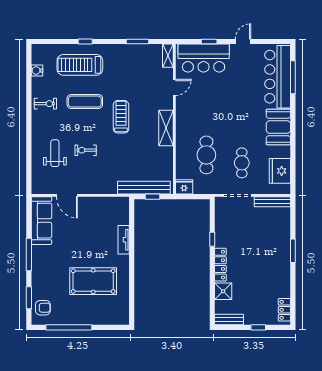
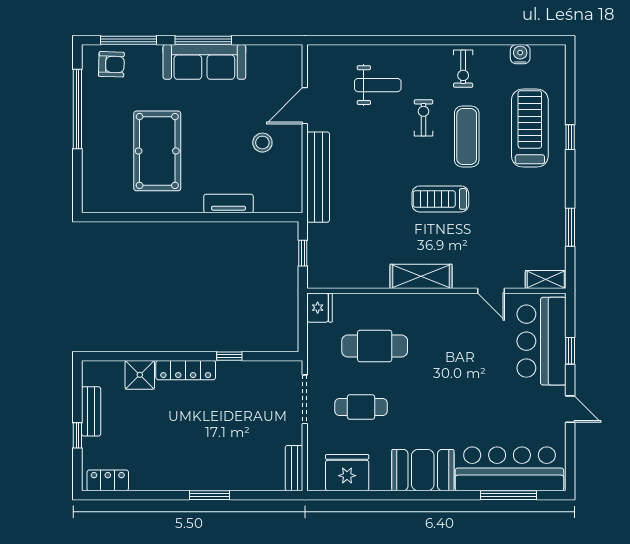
treadmill: (121, 117) -> (440, 199), turned 180
exercise bike: (86, 150) -> (424, 118), moved
bench: (144, 188) -> (318, 177), moved
bench: (272, 202) -> (294, 468), width x0.73
stool: (88, 220) -> (262, 143), added
sofa: (42, 221) -> (204, 62), moved
window: (29, 298) -> (129, 40), width x1.44
armchair: (43, 308) -> (111, 64), turned -88
bench: (229, 320) -> (91, 411), moved

